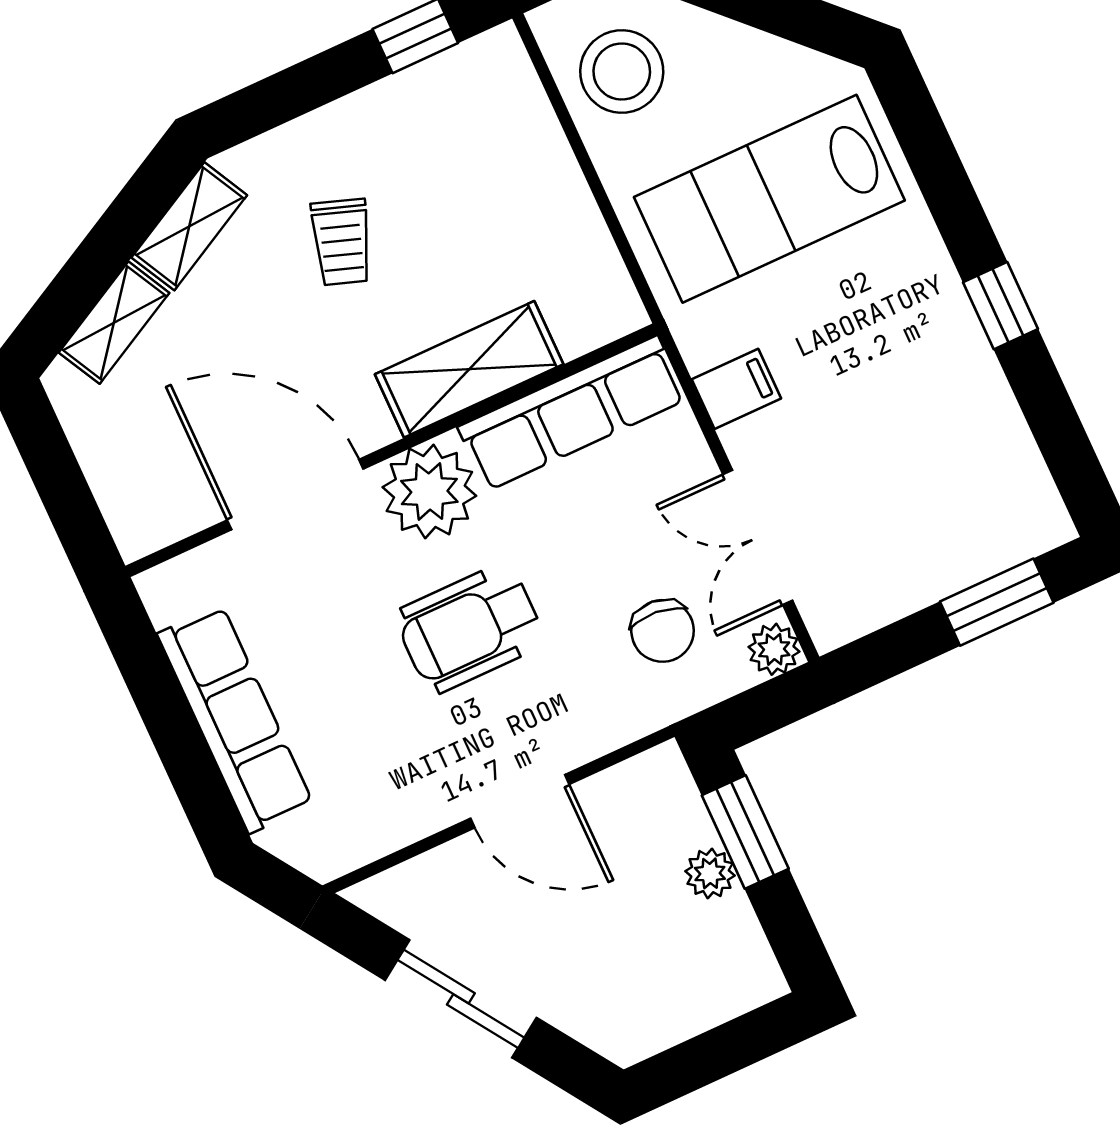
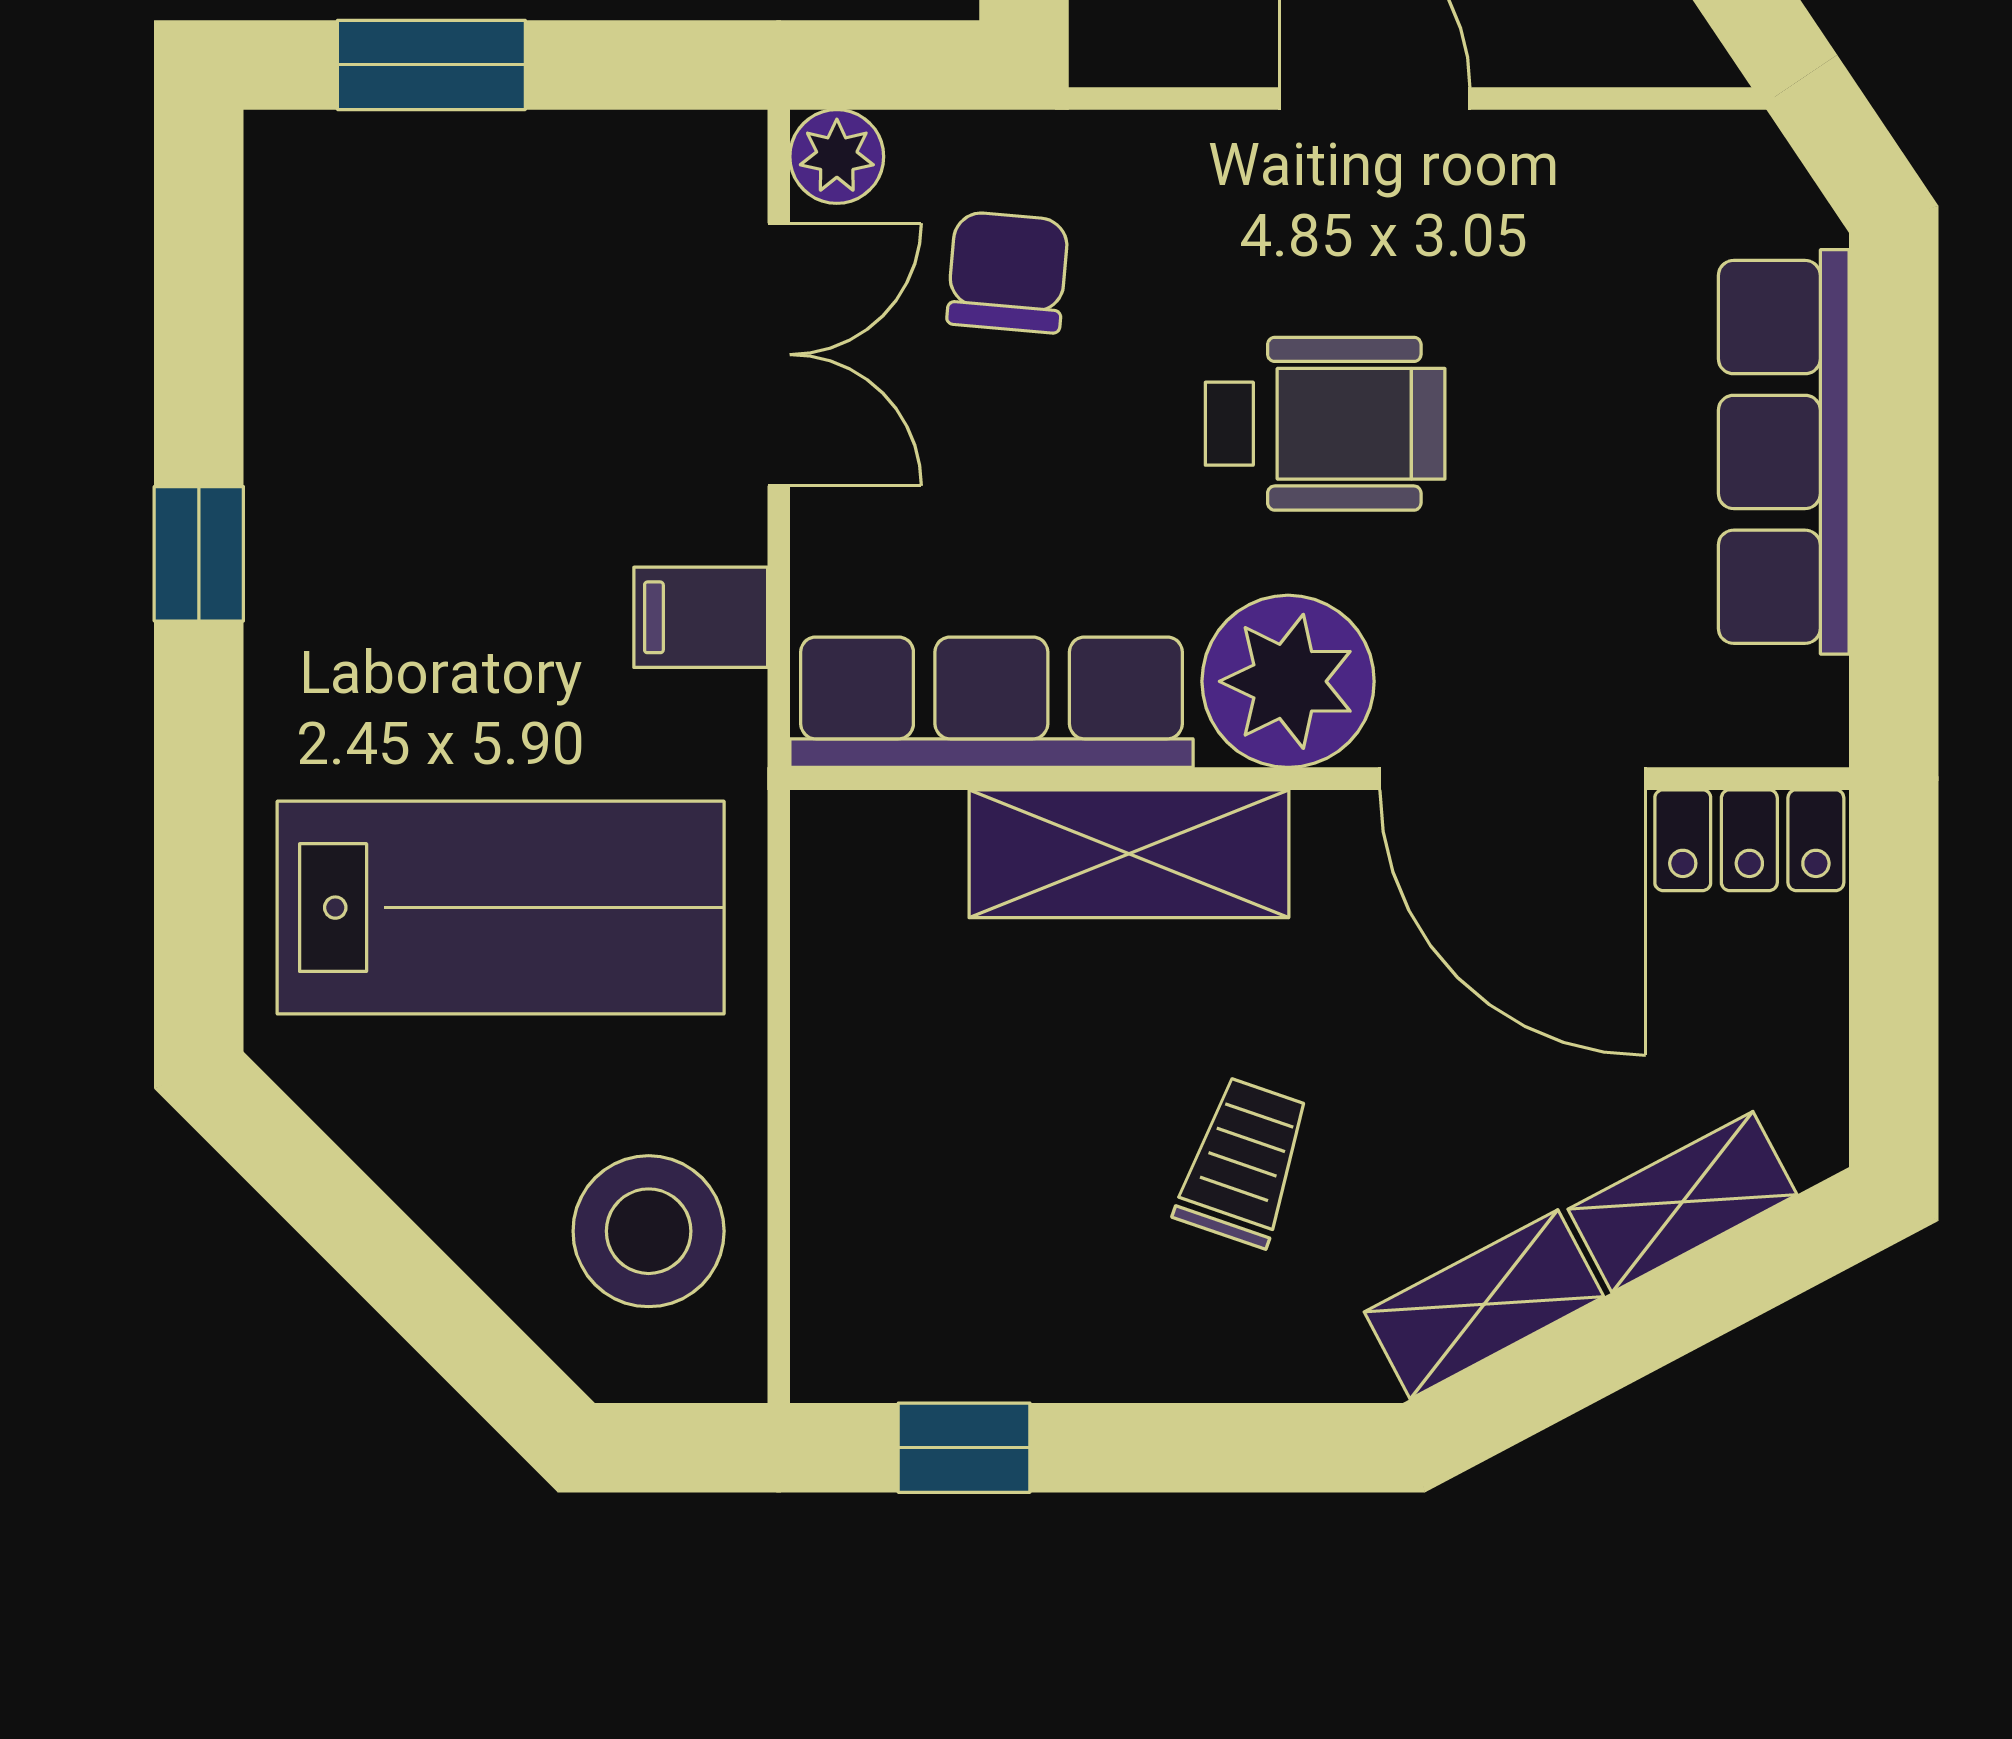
locker: (164, 518) -> (1749, 840), added

